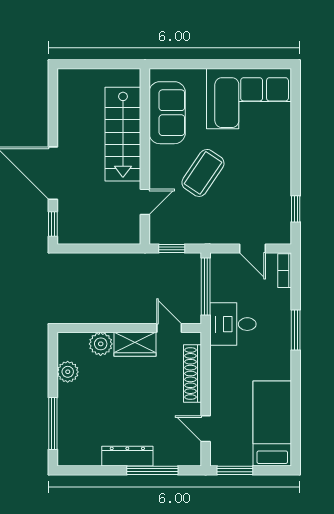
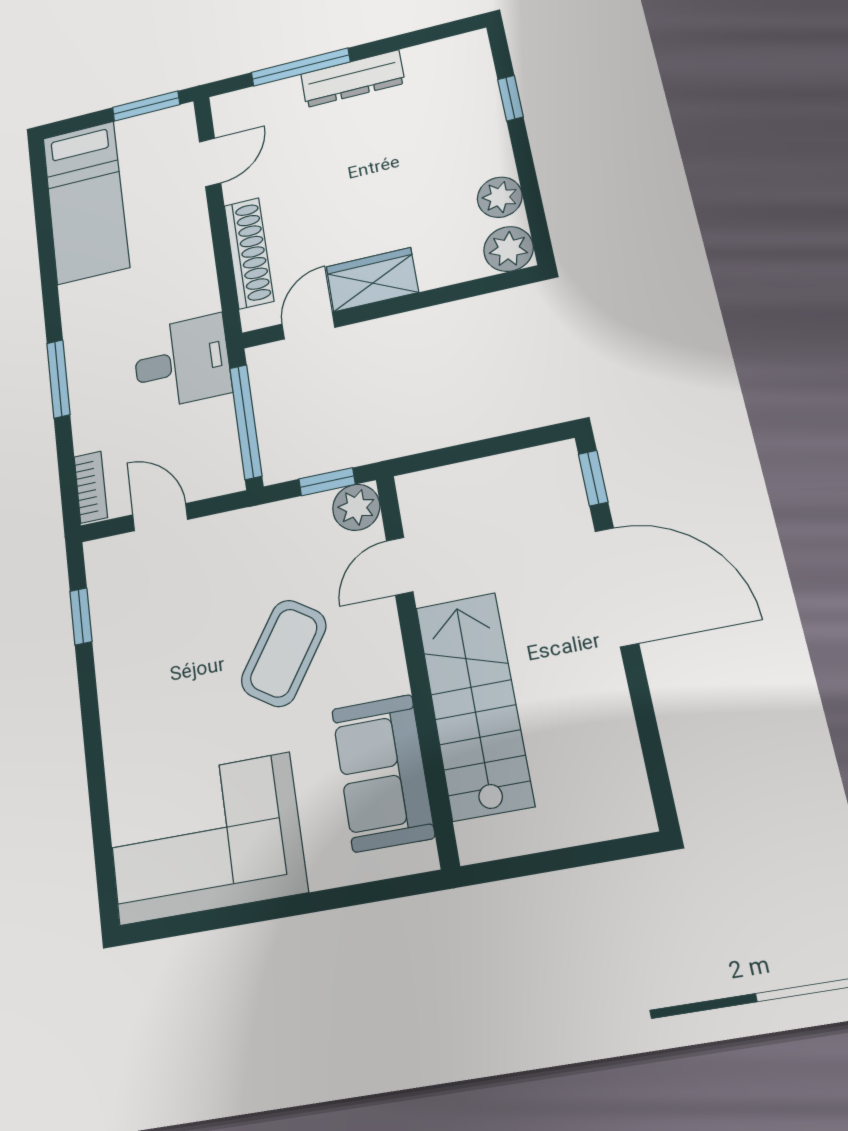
plant: (160, 233) -> (356, 507), added
door: (169, 328) -> (308, 326), swing flipped
plant: (101, 344) -> (509, 249), moved
window: (53, 423) -> (510, 98), width x0.46
door: (206, 429) -> (210, 162), hinge flipped

